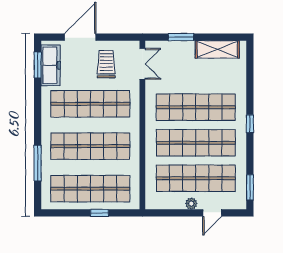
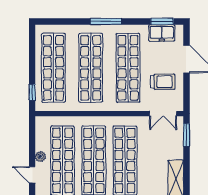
window: (181, 37) -> (187, 135), moved
freezer: (51, 65) -> (162, 33), width x0.71
window: (38, 163) -> (106, 21), moved
window: (99, 213) -> (32, 92), moved

